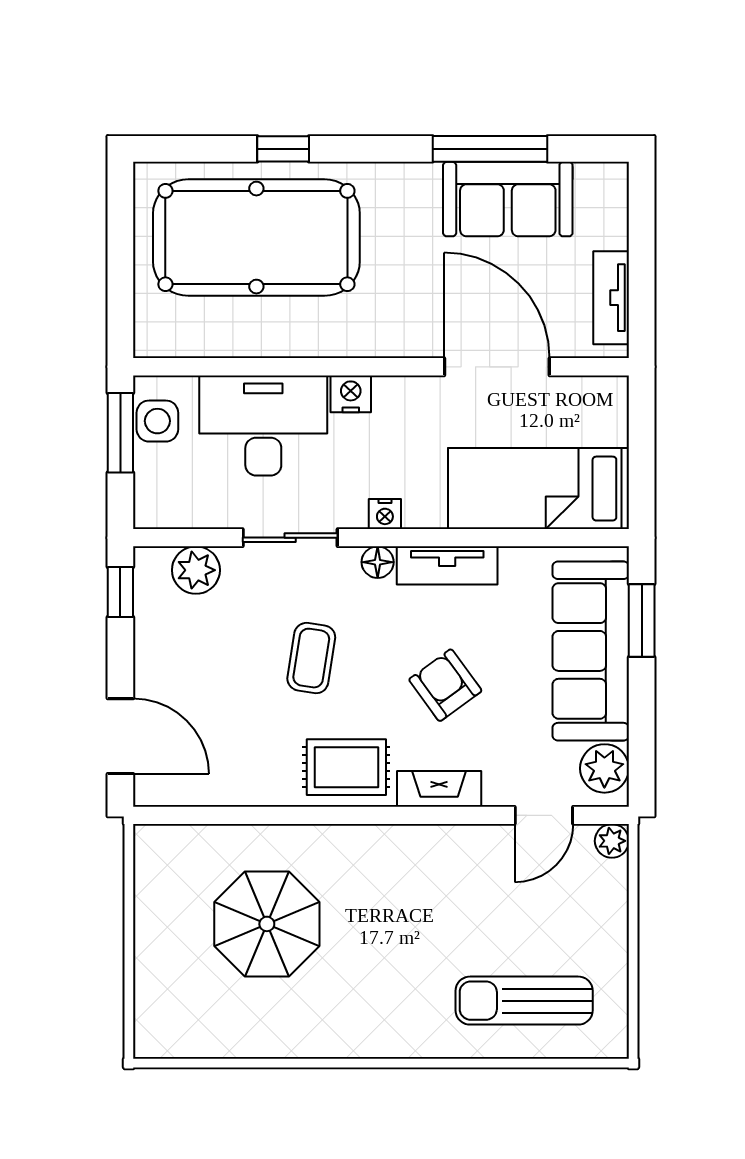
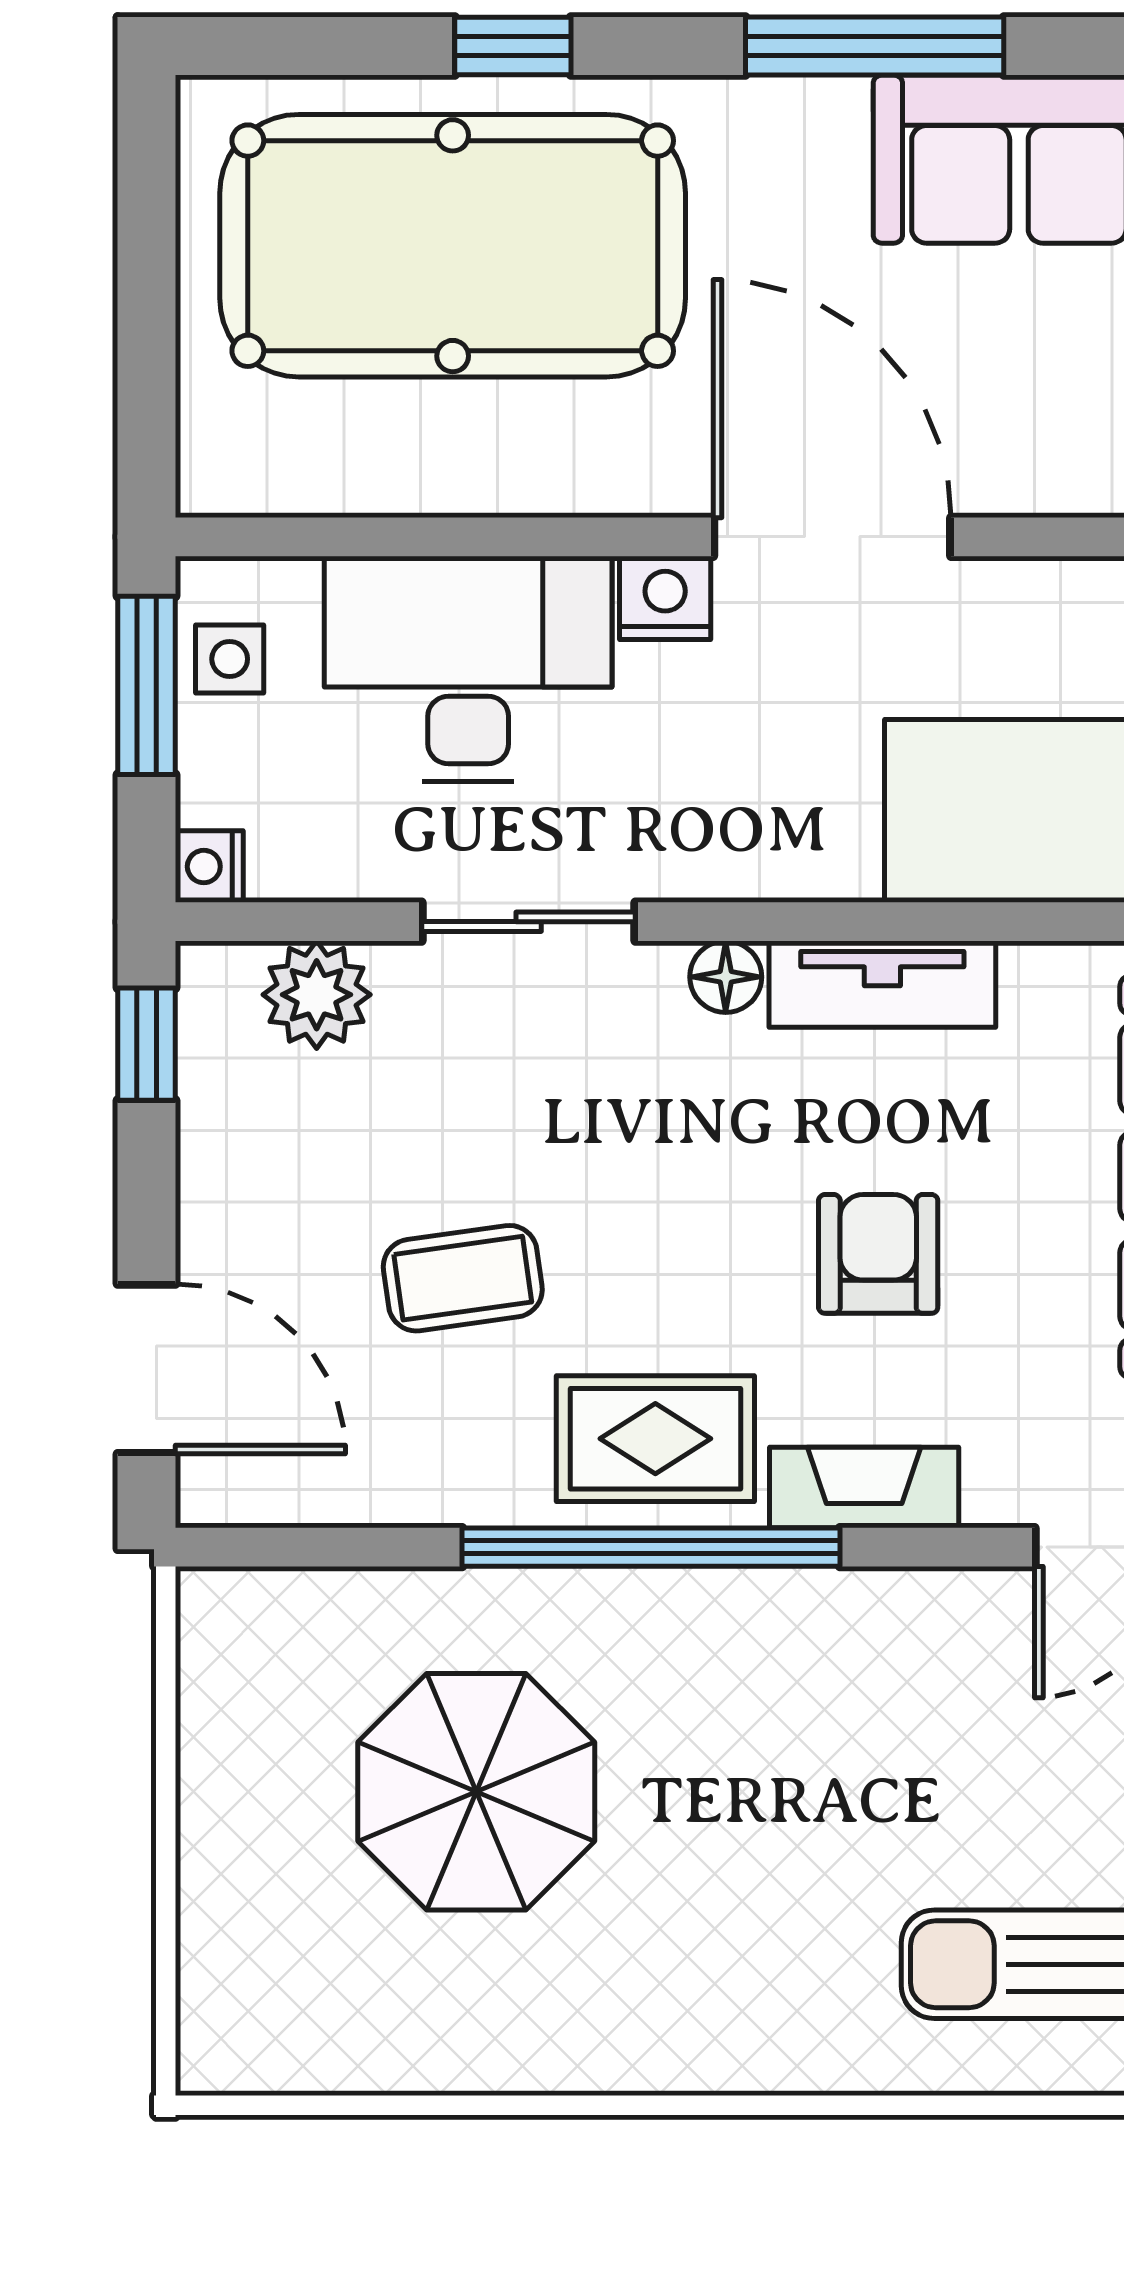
window: (490, 149) -> (875, 46), moved
door: (497, 367) -> (832, 537), moved
side table: (157, 421) -> (230, 659), width x0.73, depth x0.73
nightstand: (385, 514) -> (209, 867), moved, turned 90
coffee table: (311, 658) -> (463, 1278), moved, turned 73
armchair: (445, 685) -> (878, 1254), turned 36
window: (344, 815) -> (651, 1547), added

